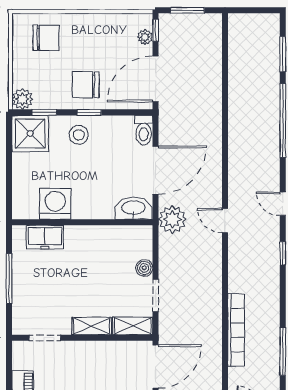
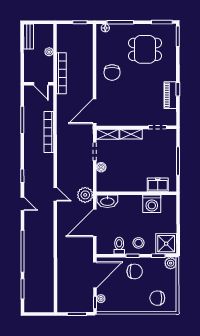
toilet: (144, 130) -> (119, 246), moved

